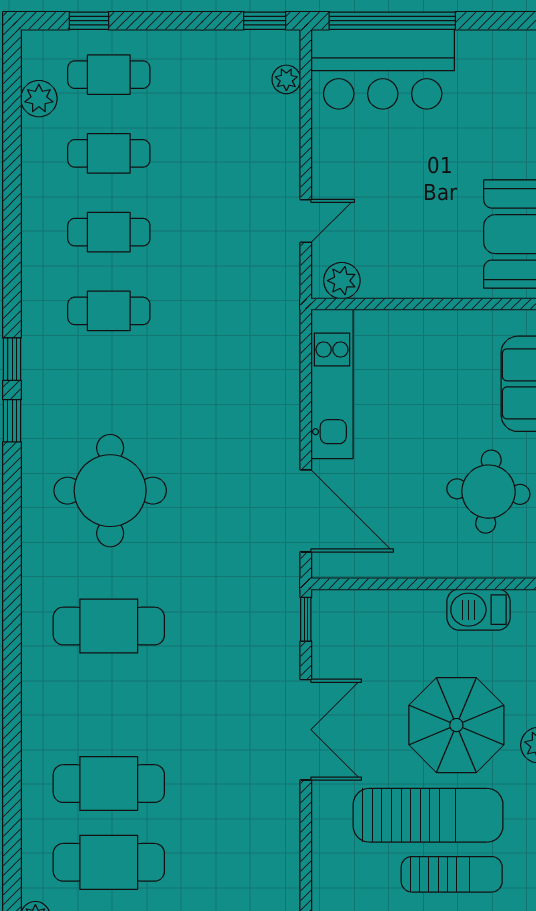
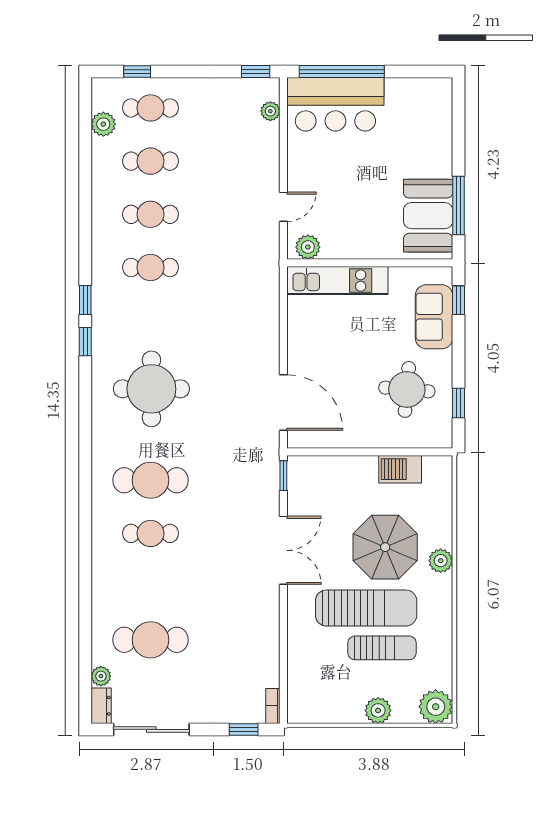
kitchen unit: (332, 384) -> (337, 281), moved, turned 90
cafe table: (109, 784) -> (150, 533), moved, width x0.73, depth x0.74

